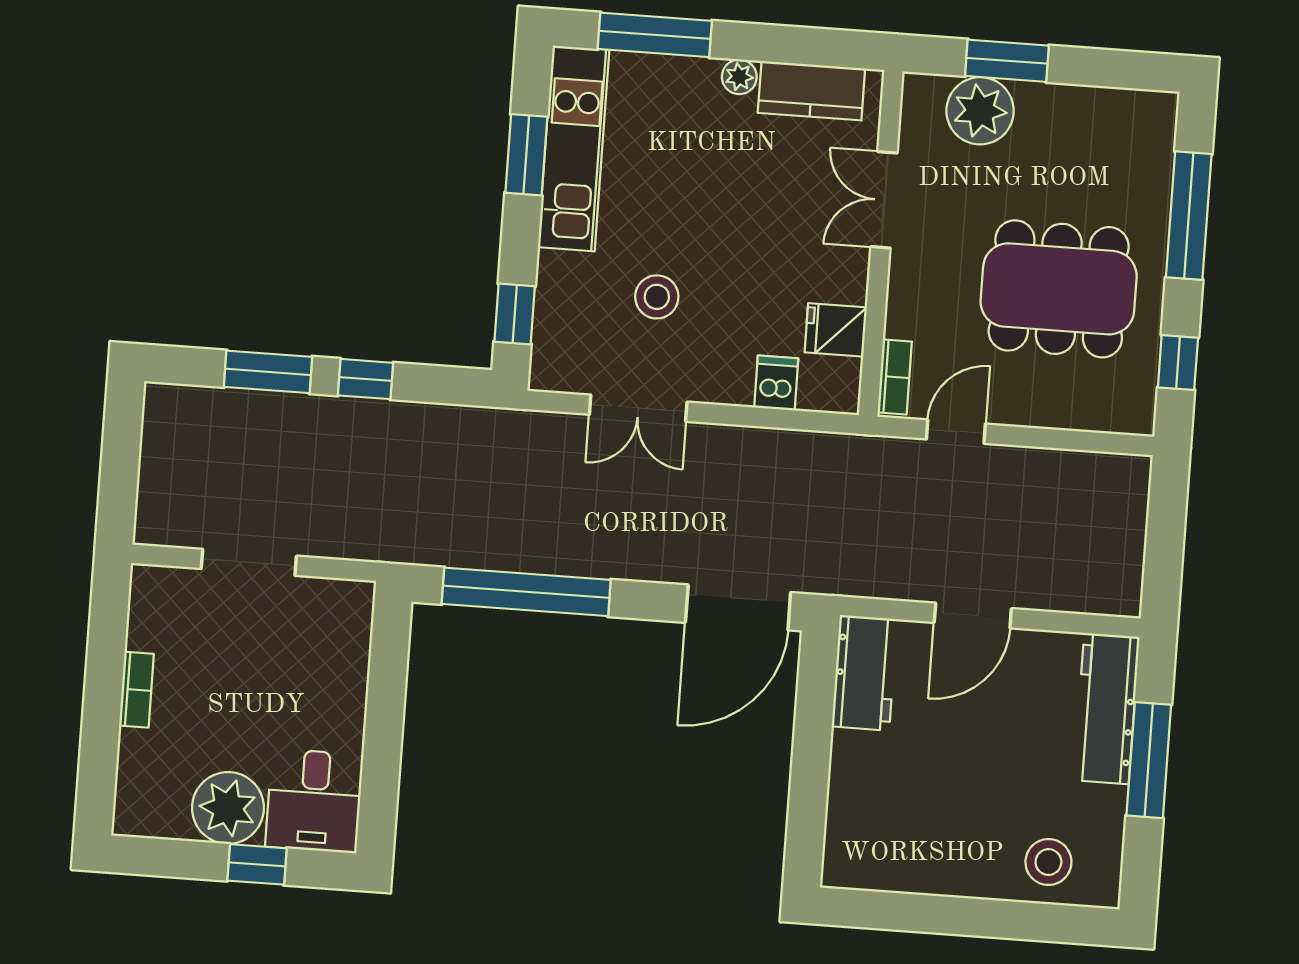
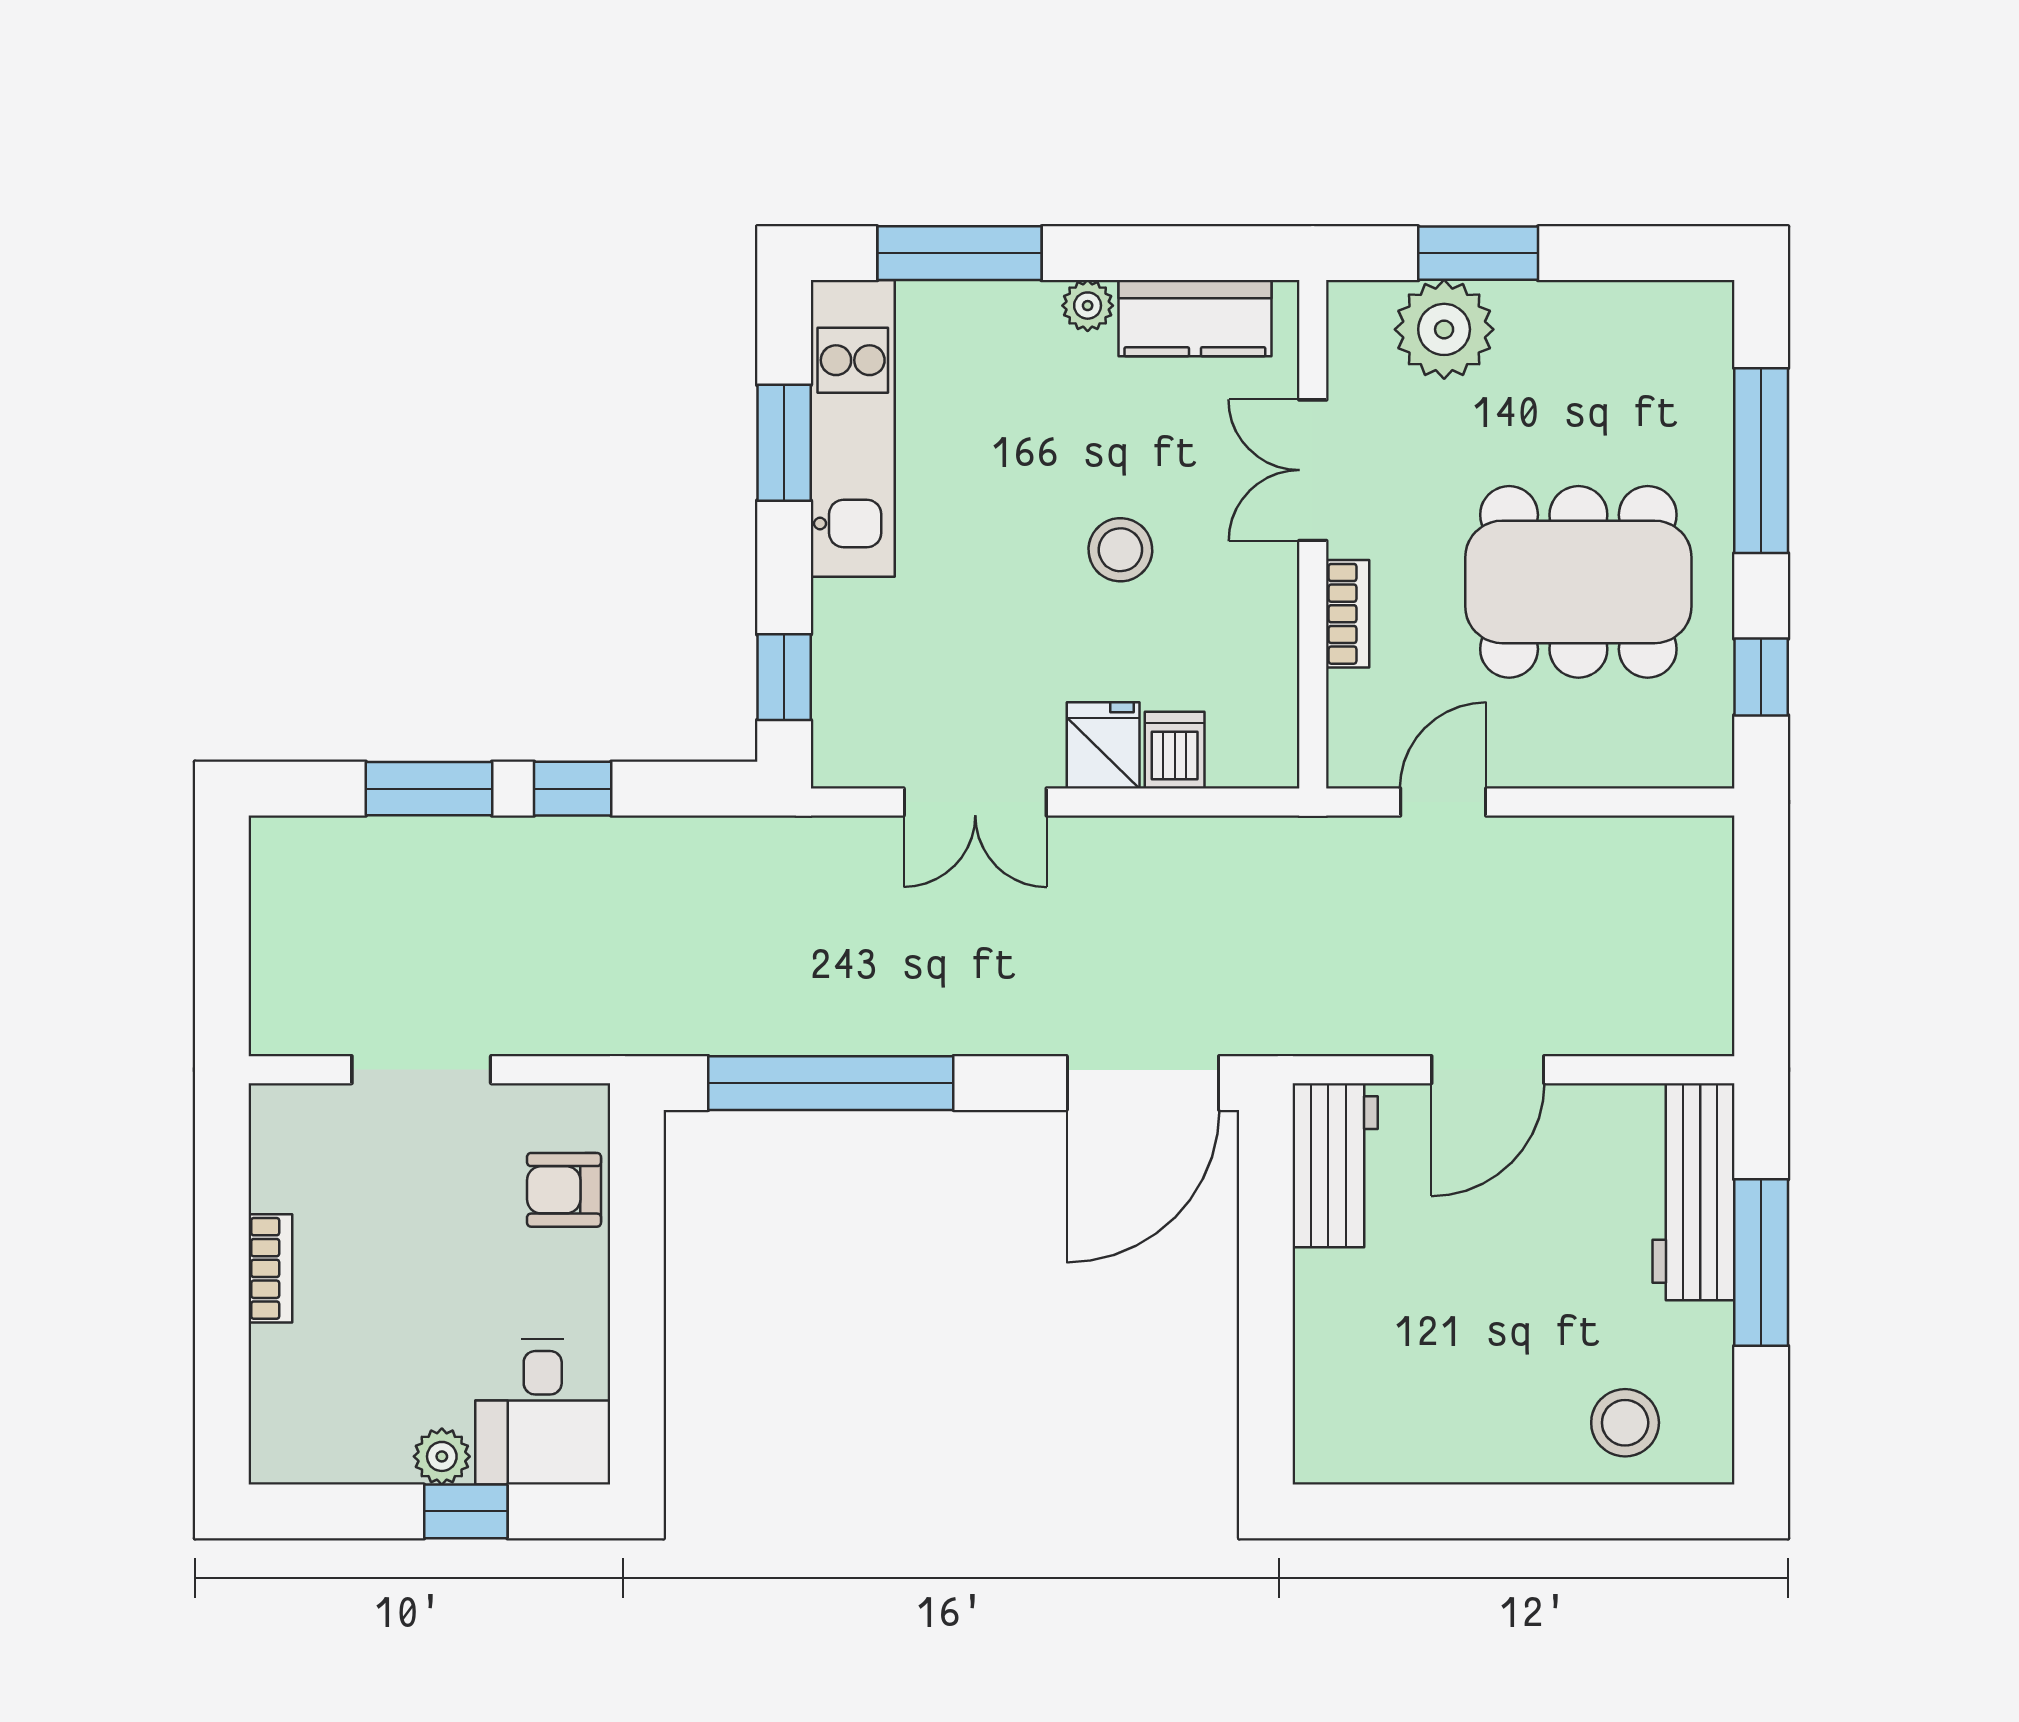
stool: (657, 297) -> (1120, 550), moved
fridge: (836, 330) -> (1103, 745), moved, turned 90
bookcase: (895, 377) -> (1348, 614), moved
armchair: (340, 651) -> (564, 1190), added
plant: (228, 808) -> (442, 1456), width x0.53, depth x0.53

